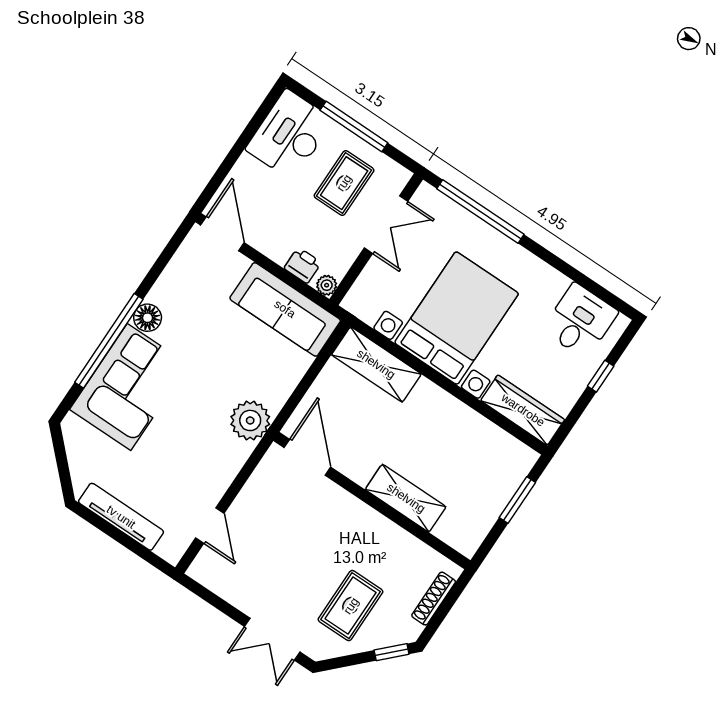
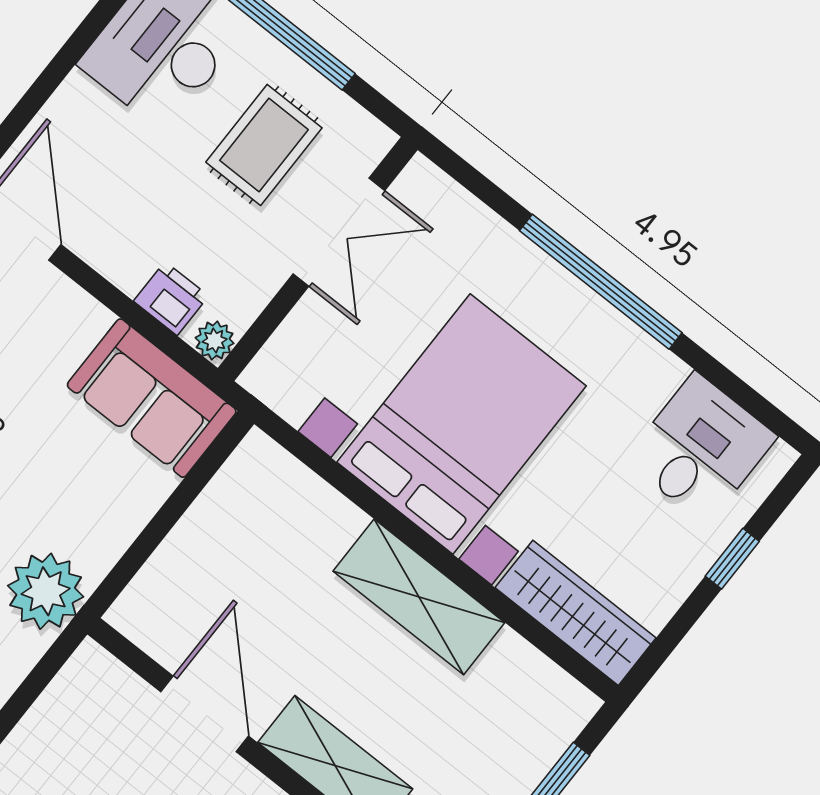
window: (480, 211) -> (601, 282), moved
sofa: (285, 309) -> (152, 398), width x0.73
shelving: (376, 364) -> (419, 597), moved
door: (307, 457) -> (205, 714), moved

